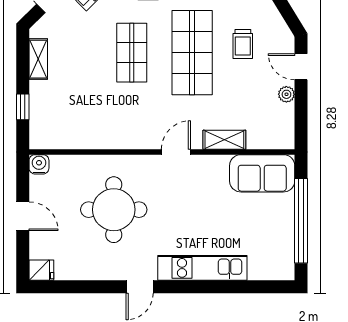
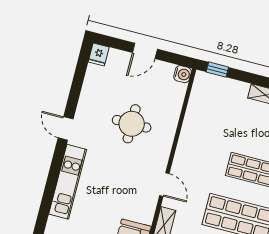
window: (23, 107) -> (217, 70), moved
round table: (114, 210) -> (132, 124), width x0.73, depth x0.73

